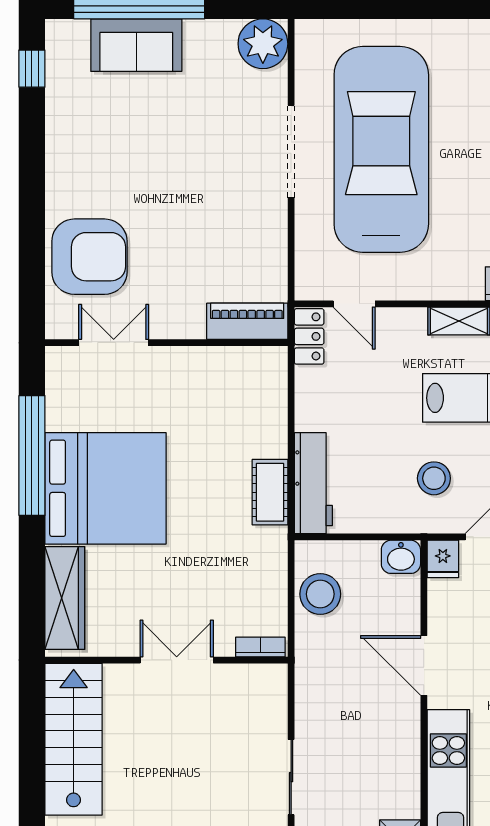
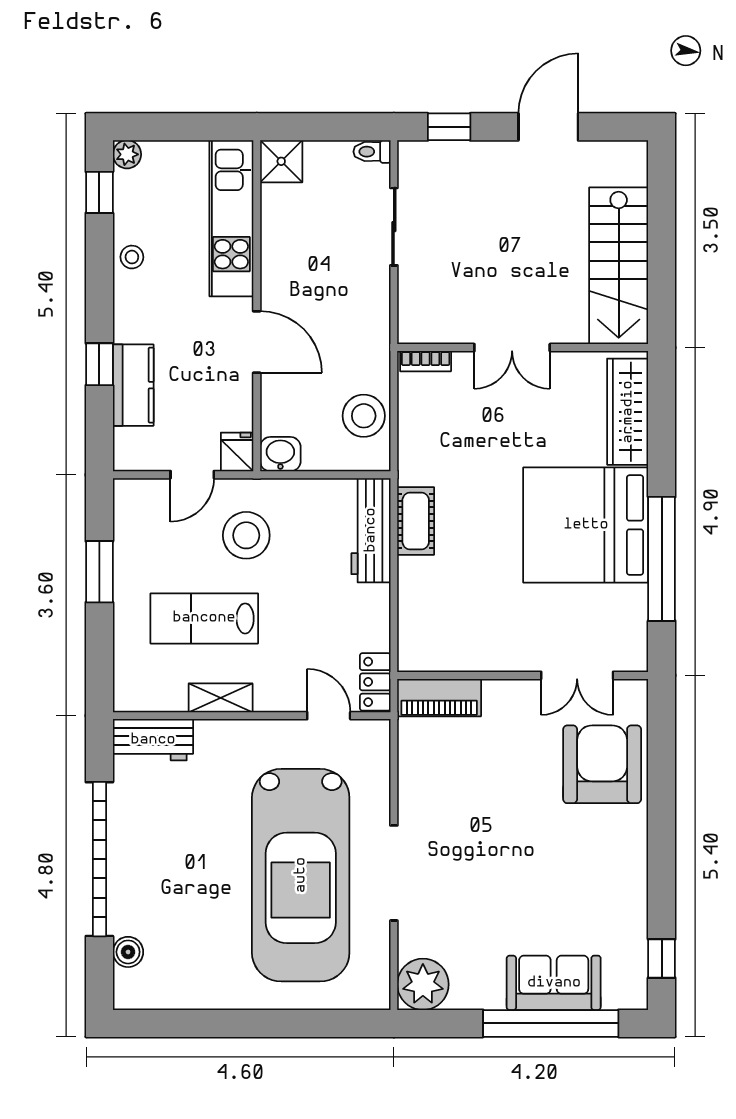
armchair: (89, 257) -> (602, 764), turned 90
stool: (434, 478) -> (246, 535), width x1.38, depth x1.38

